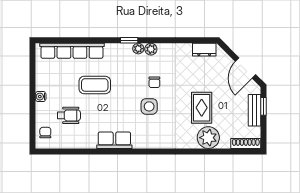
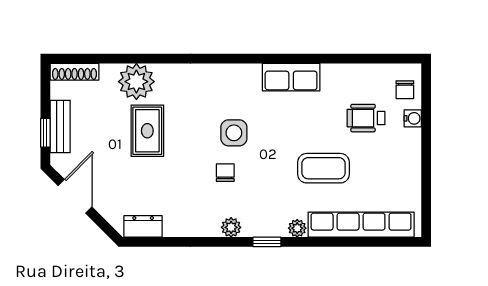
plant: (138, 49) -> (297, 228), moved
water cooler: (41, 97) -> (413, 118), moved

